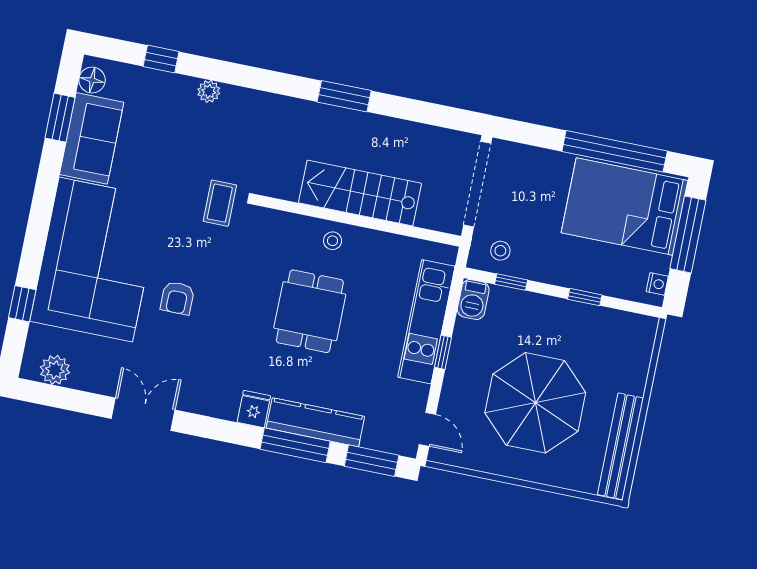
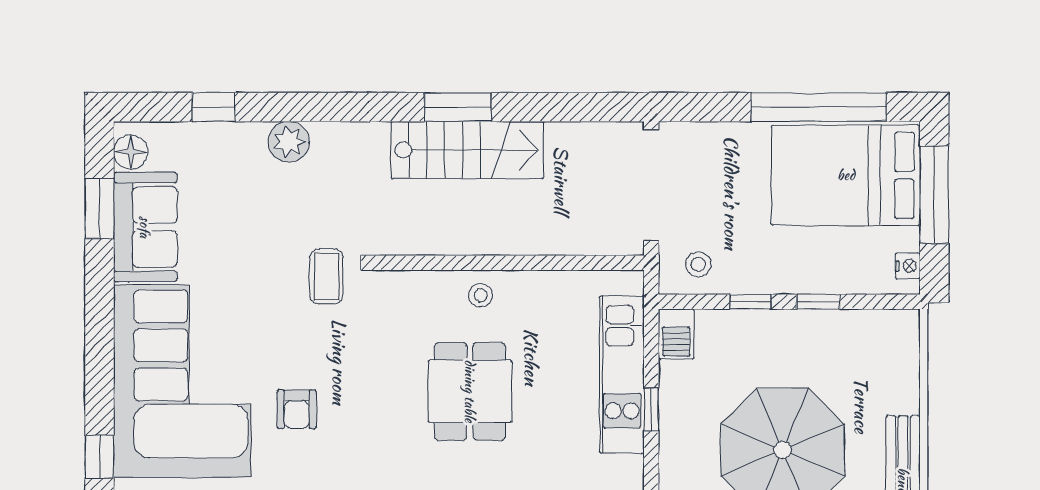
plant: (209, 91) -> (289, 142), width x1.38, depth x1.38
stairs: (360, 193) -> (467, 150), moved, turned 180
window: (511, 282) -> (750, 302), moved

